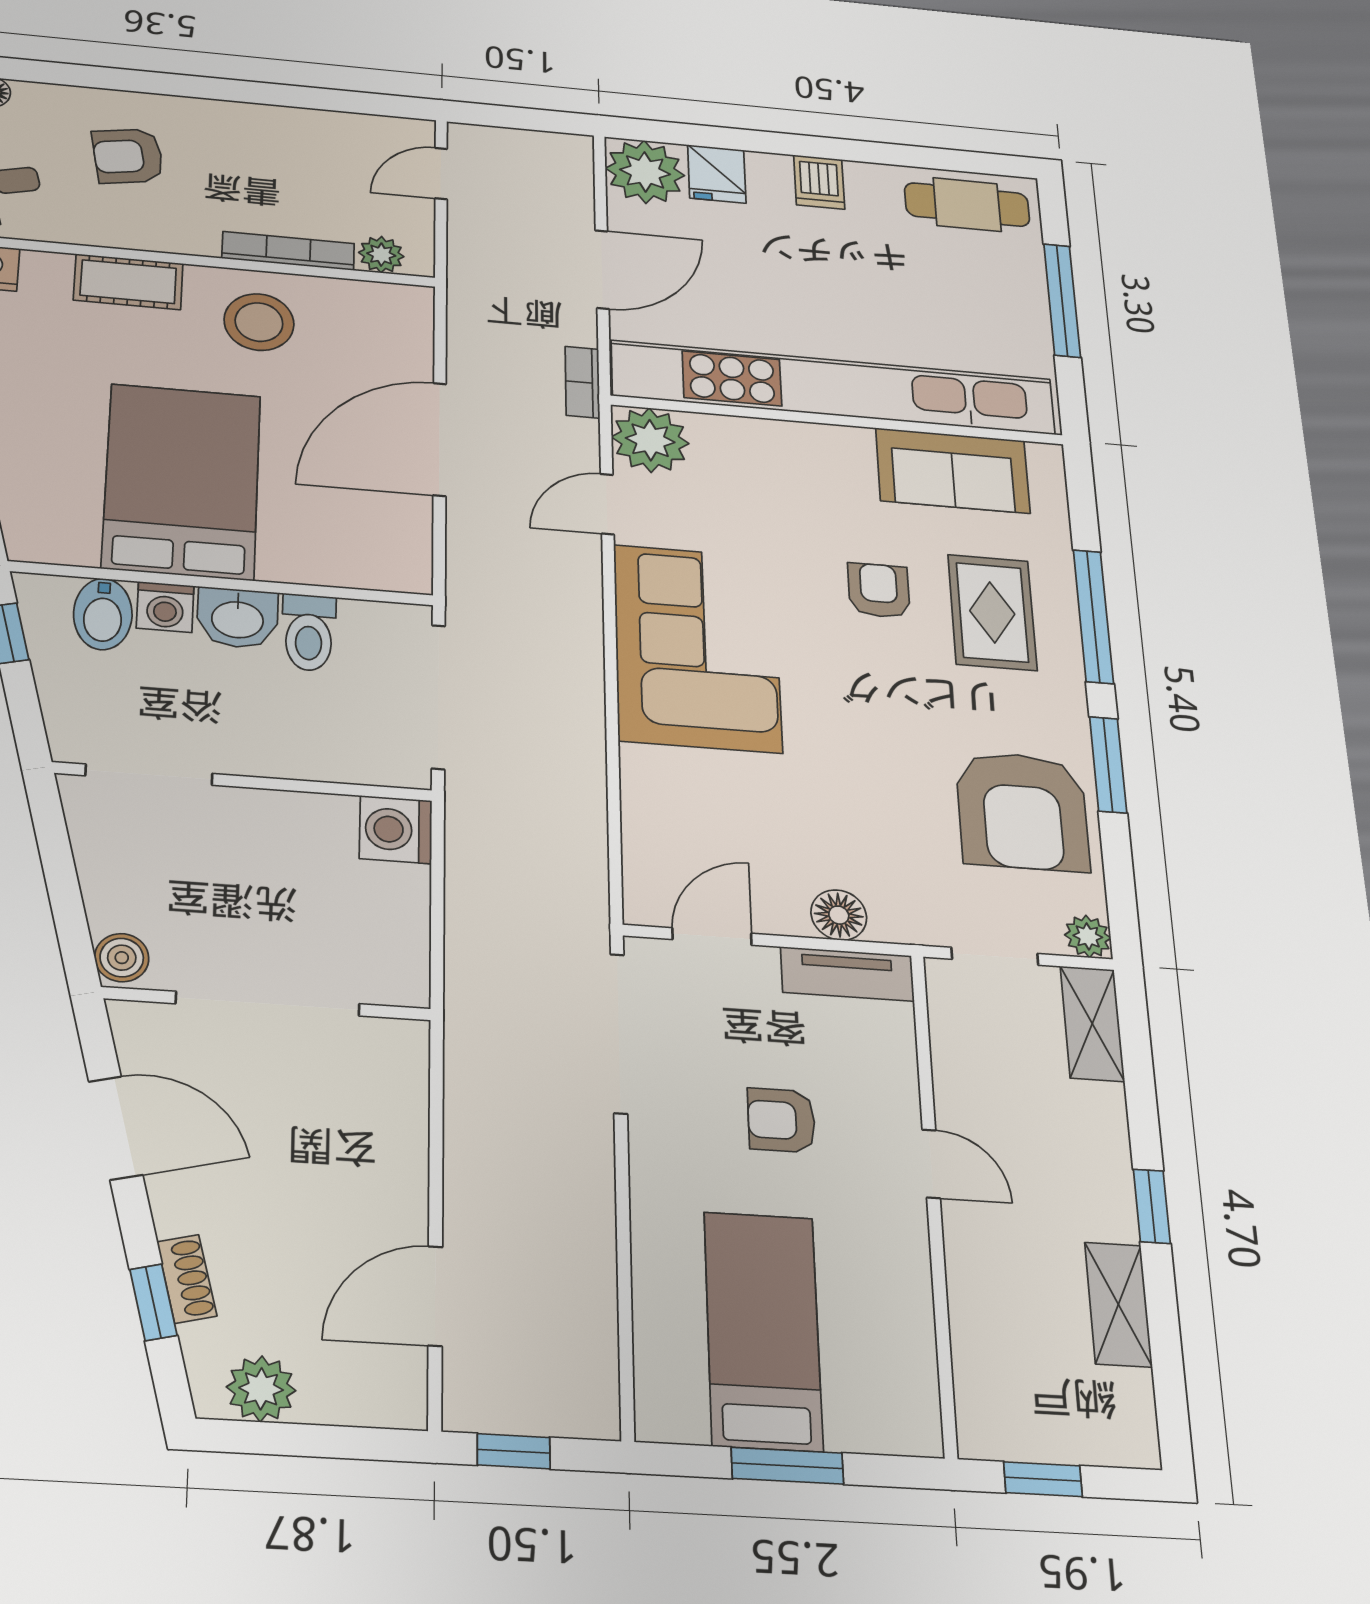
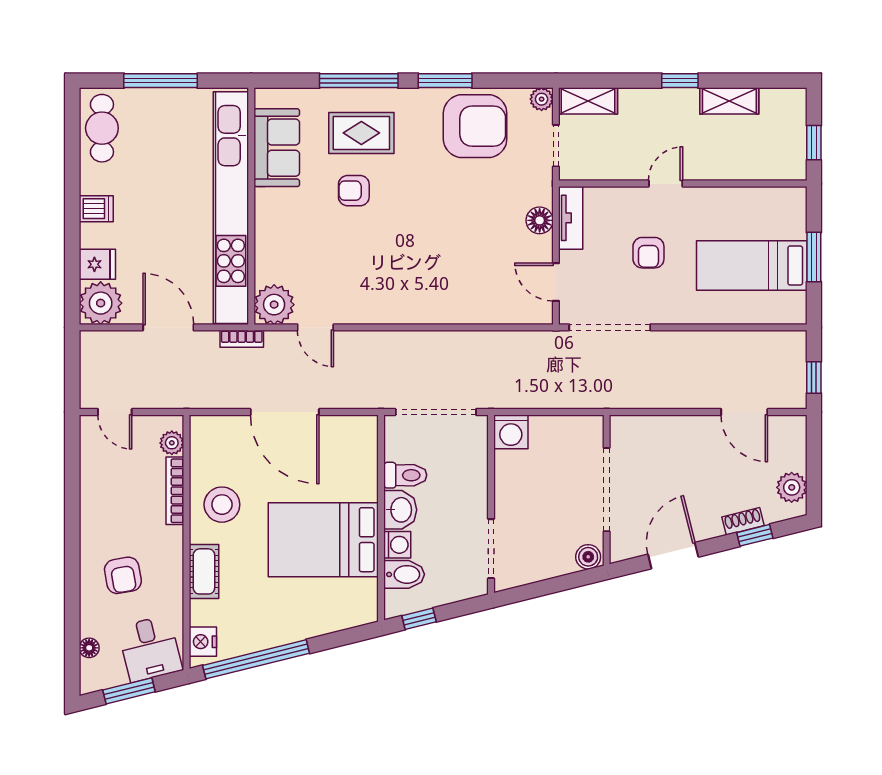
corner sofa: (697, 648) -> (396, 284), removed

